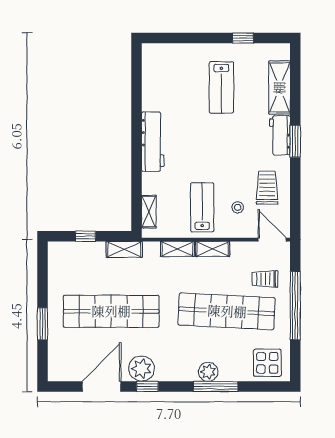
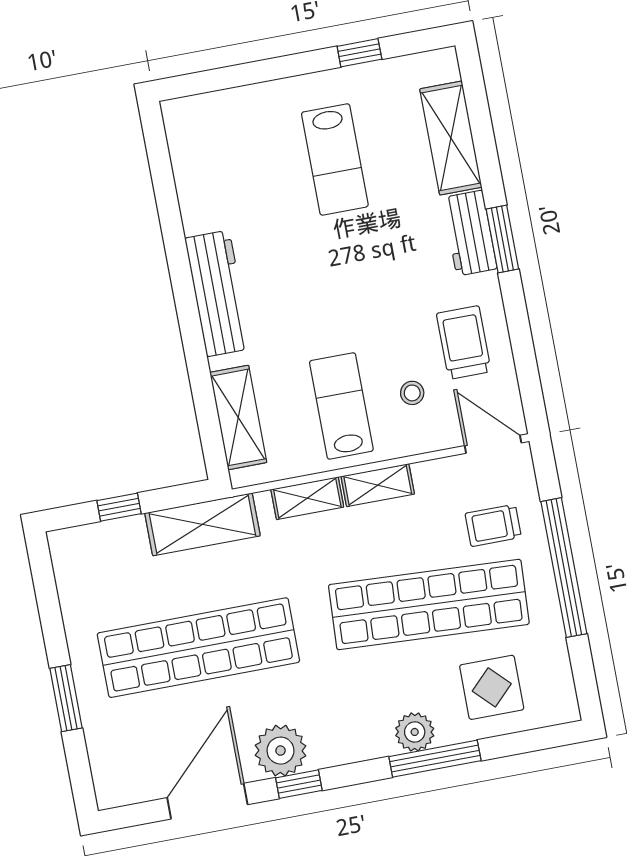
shelving: (149, 212) -> (238, 417), width x1.50, depth x1.33
shelving: (124, 249) -> (202, 524), width x1.50, depth x1.33
display table: (267, 363) -> (492, 687), moved

